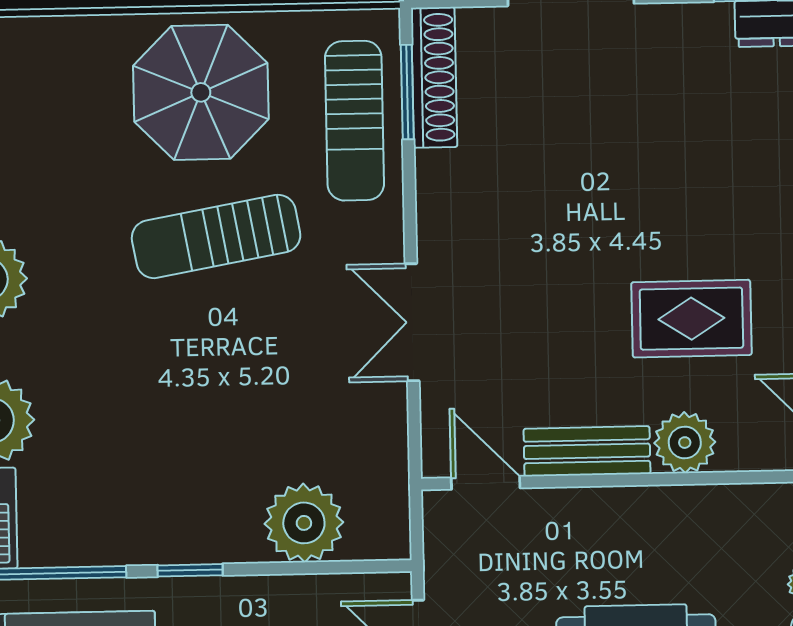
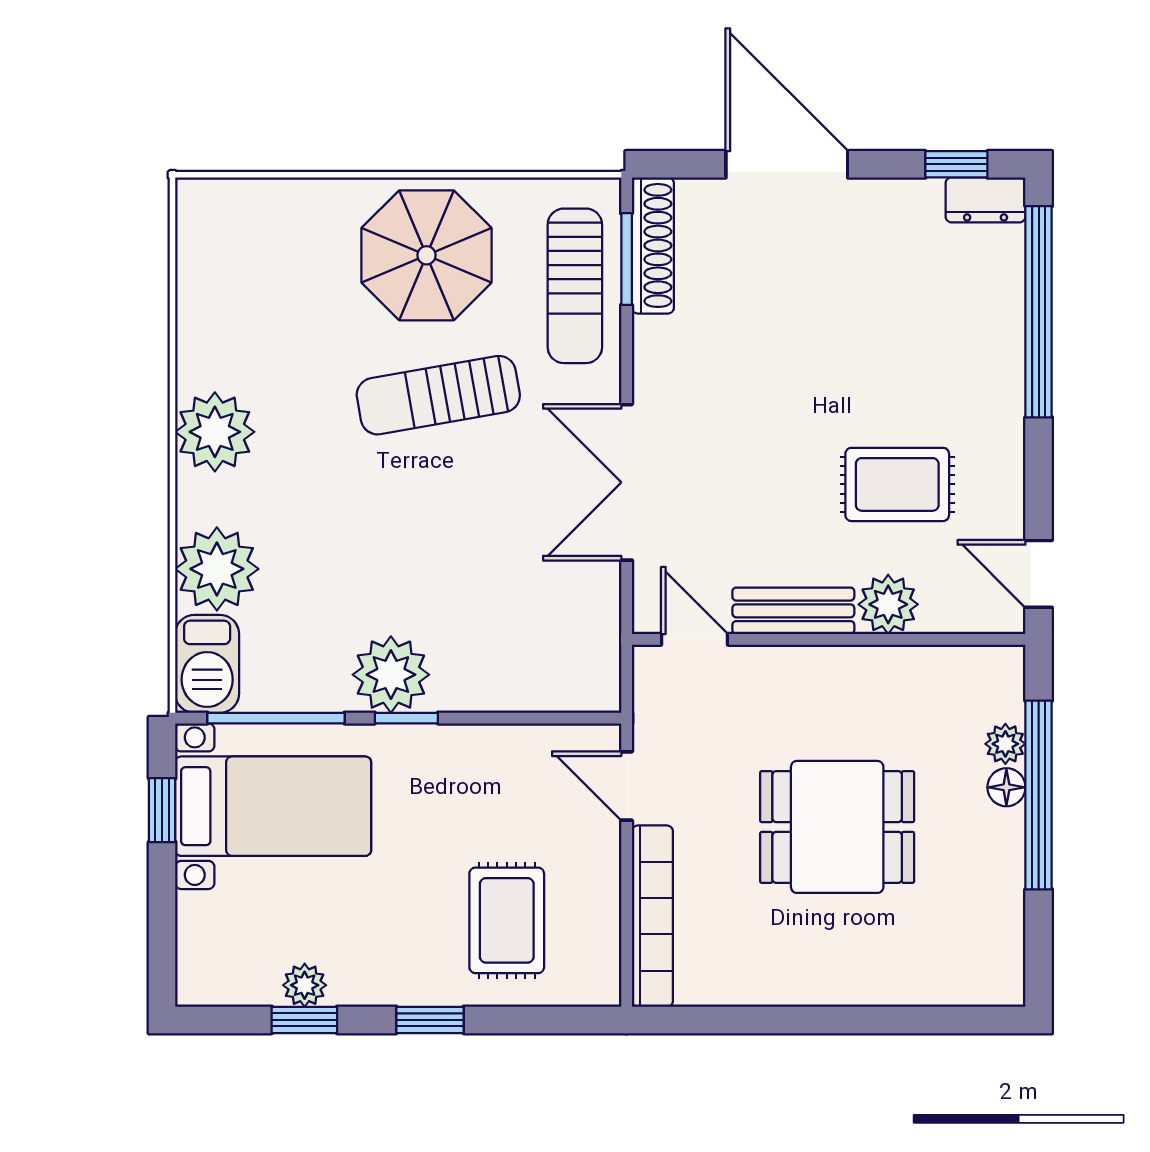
double door: (412, 322) -> (627, 482), width x1.37
plant: (304, 523) -> (391, 675), moved

